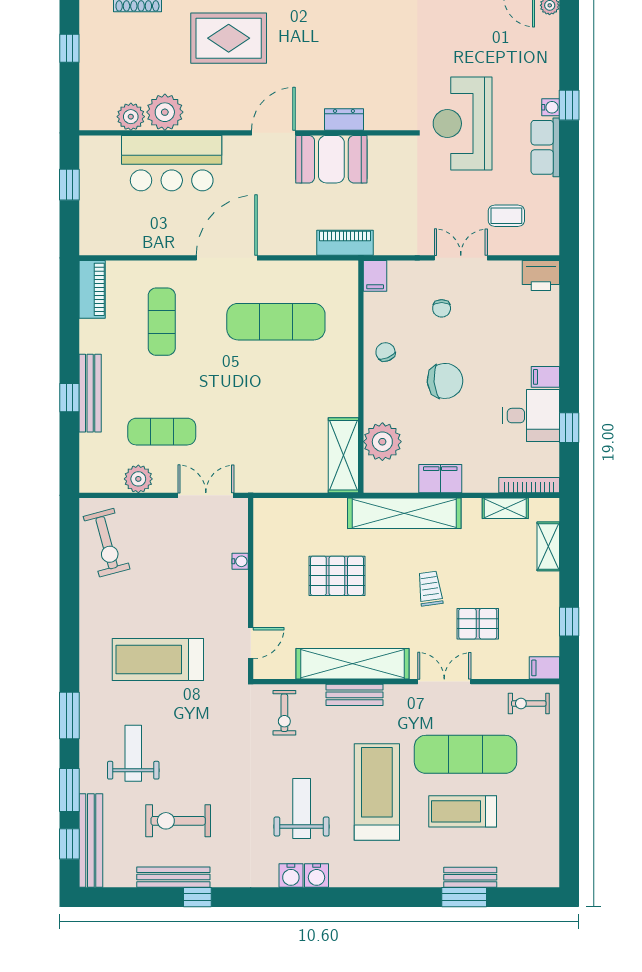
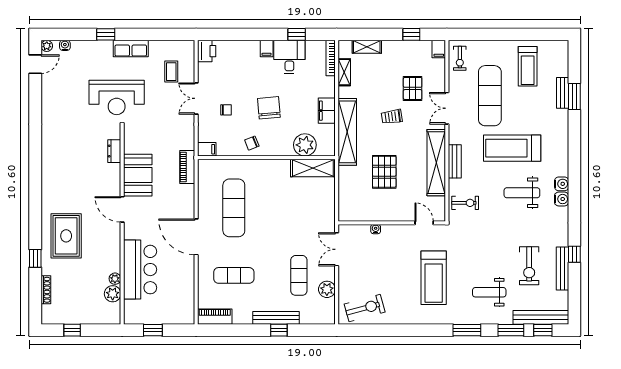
water cooler: (551, 107) -> (65, 45), moved
plant: (165, 112) -> (115, 279), width x0.53, depth x0.53
dresser: (344, 120) -> (114, 151), moved
treadmill: (463, 811) -> (528, 66), moved

